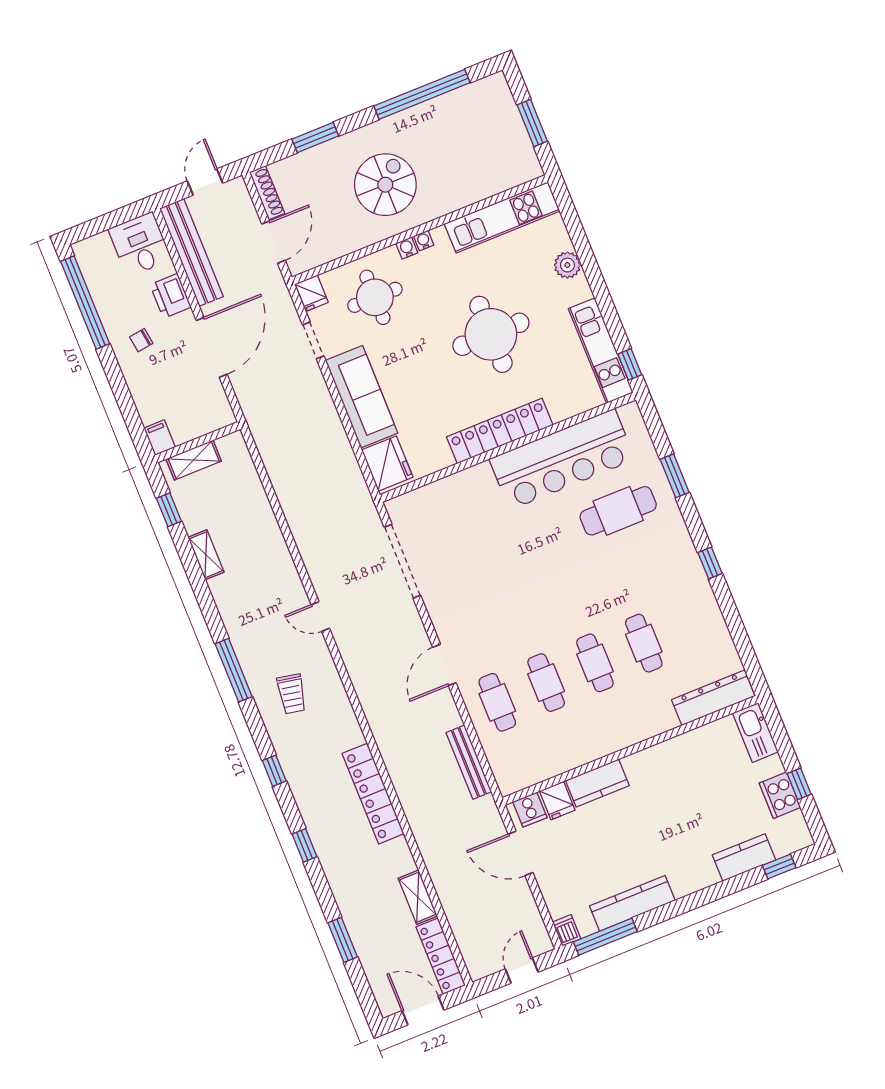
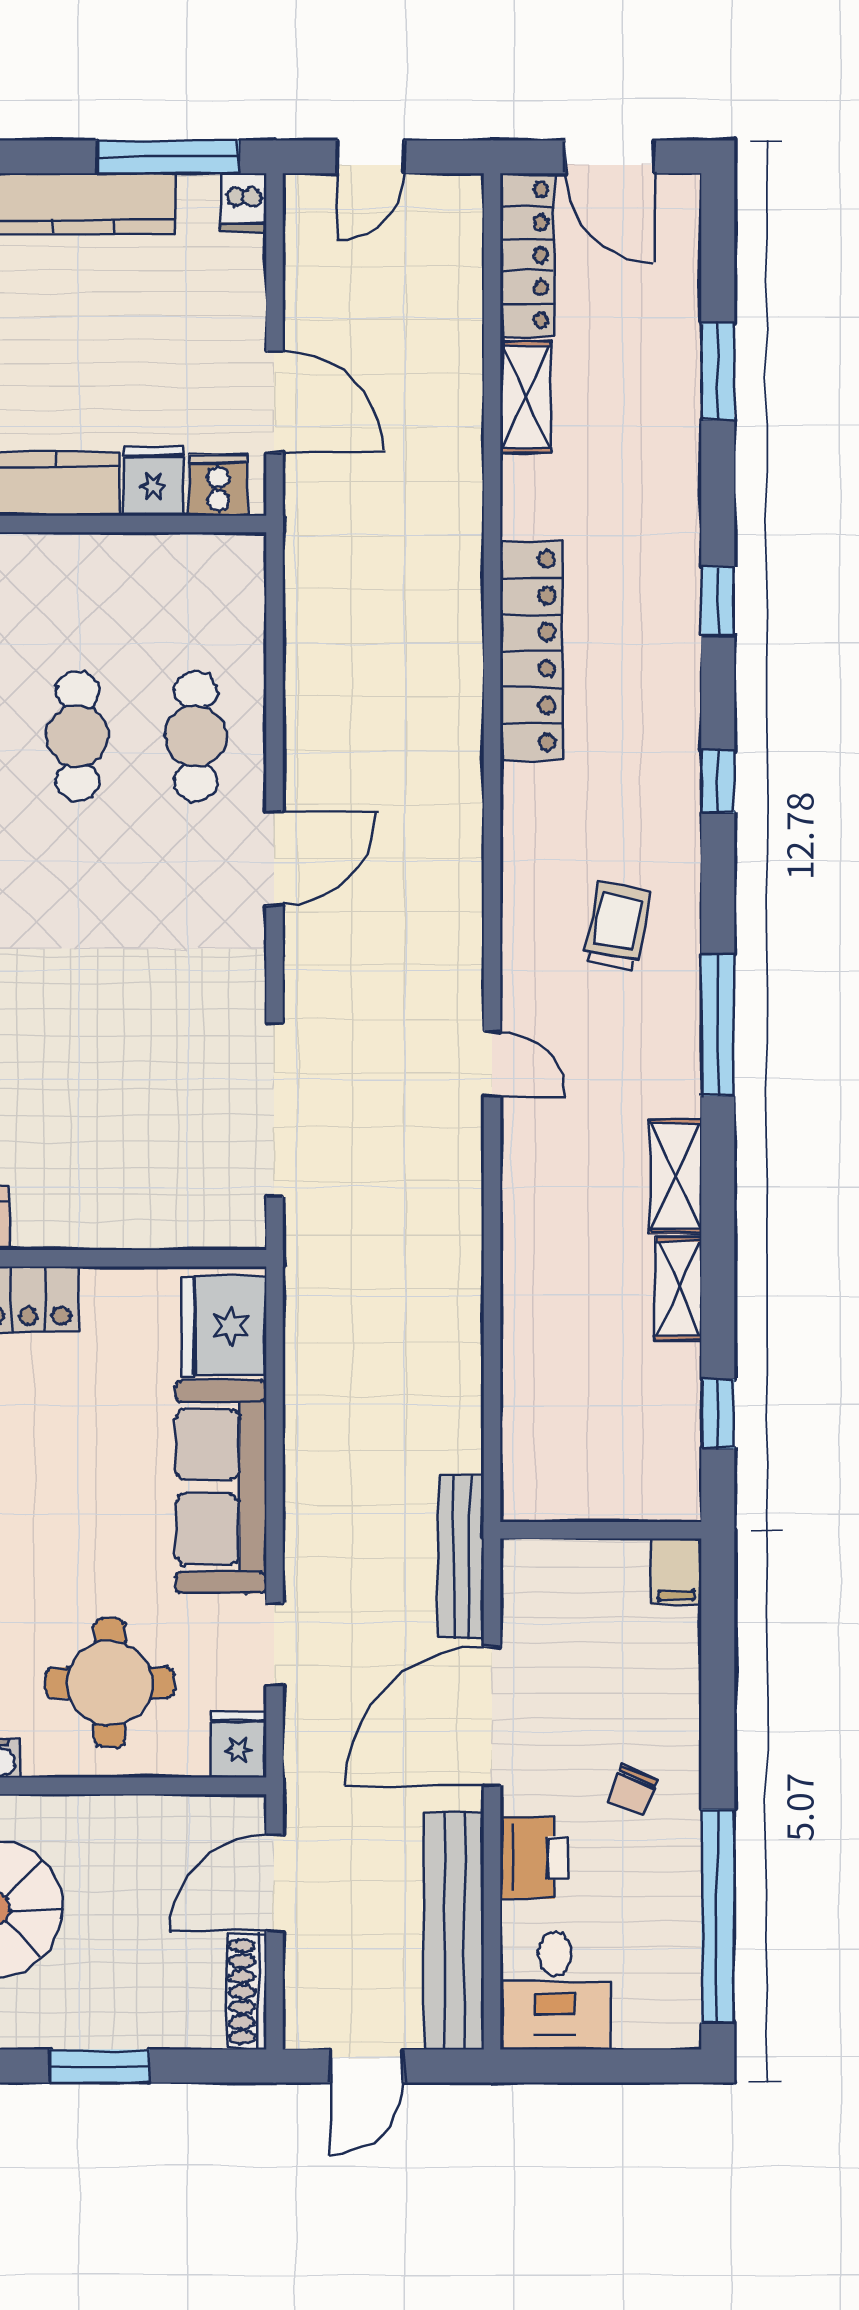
chair: (141, 340) -> (633, 1790), turned 120
shelving: (194, 460) -> (676, 1176), moved, turned 90
bench: (469, 762) -> (461, 1557), moved

